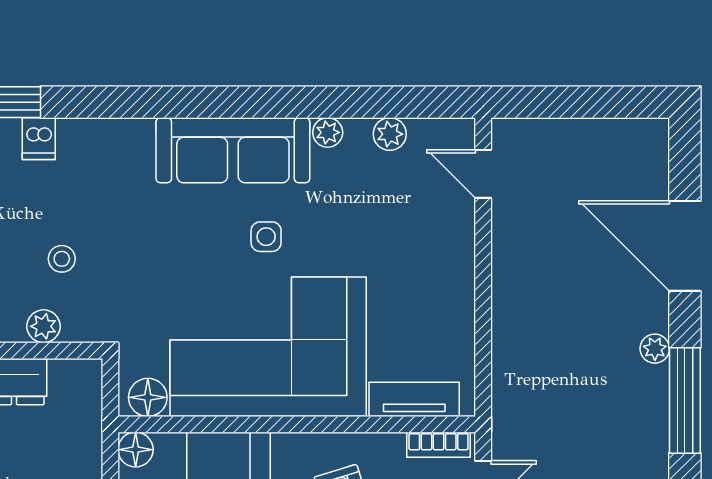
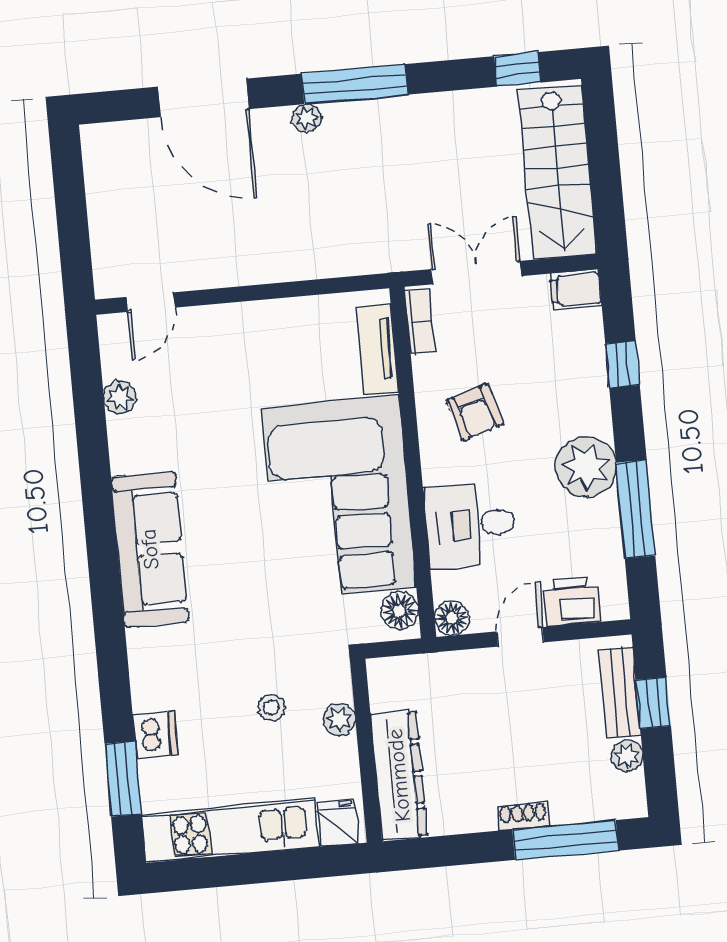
plant: (328, 132) -> (124, 458), removed
dishwasher: (39, 139) -> (155, 735), width x1.38
side table: (266, 237) -> (232, 509), removed
door: (685, 246) -> (203, 98), hinge flipped

